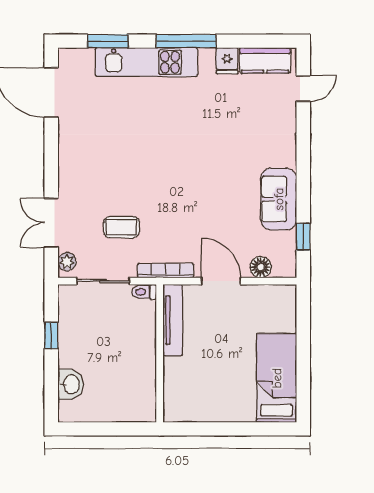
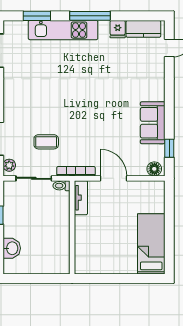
floor lamp: (261, 267) -> (154, 169), moved
tv unit: (173, 320) -> (81, 198), width x0.71

